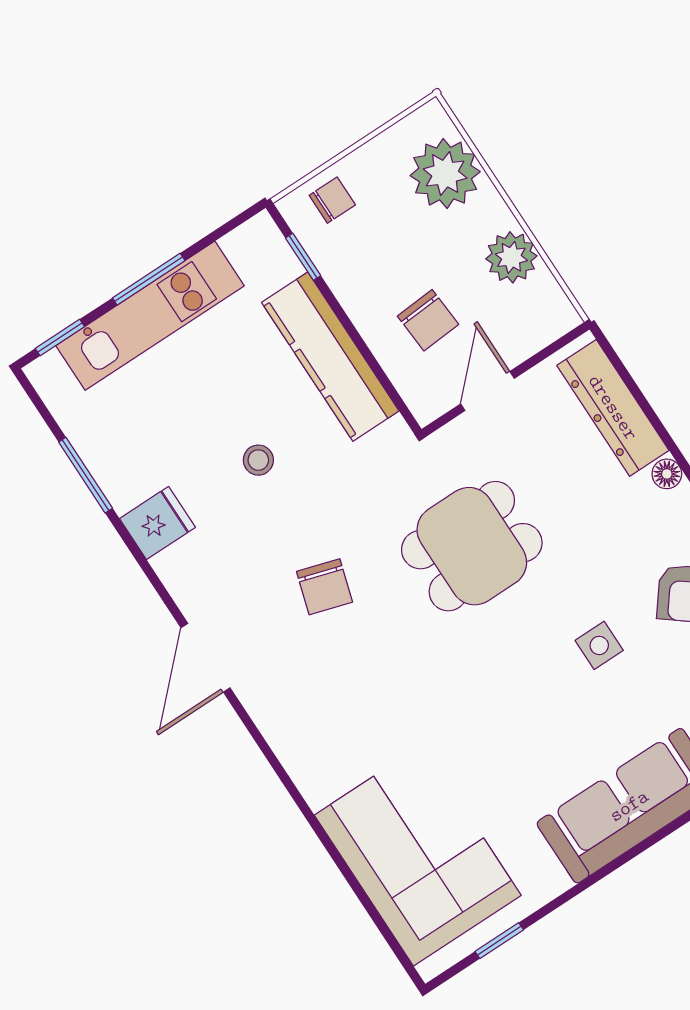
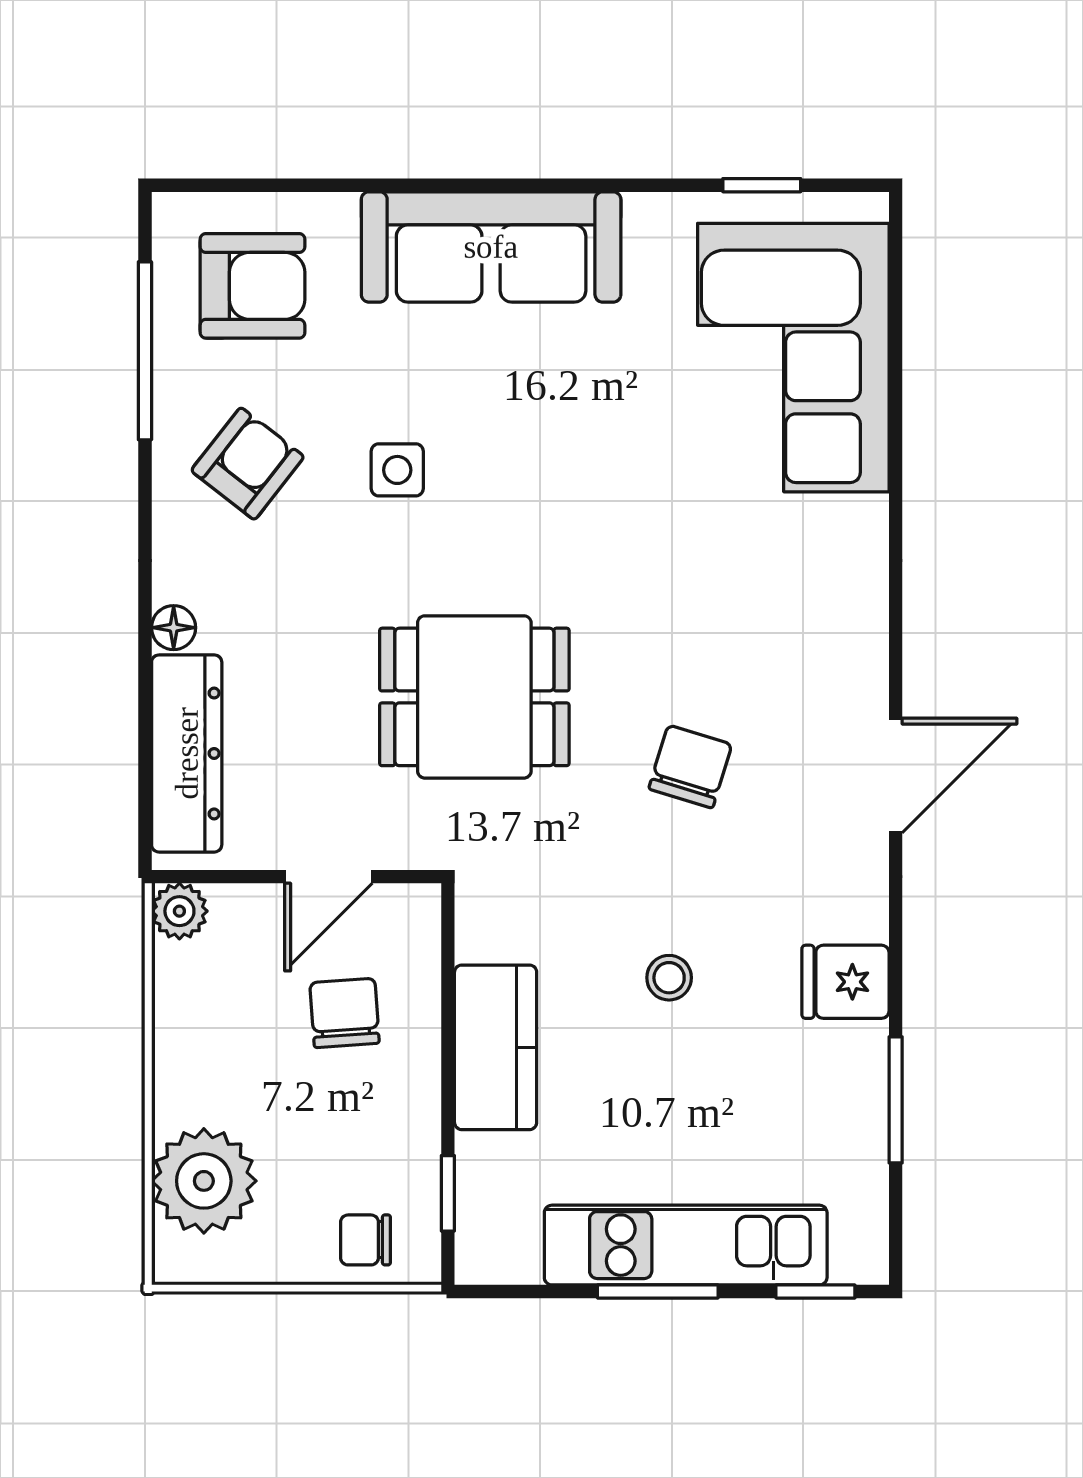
plant: (511, 257) -> (179, 911), moved, width x0.73, depth x0.73
kitchen counter: (330, 357) -> (496, 1047), width x0.67

